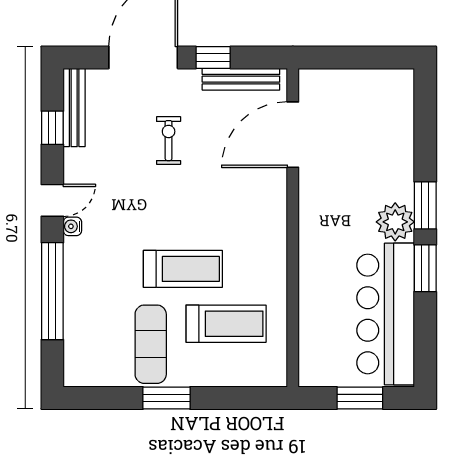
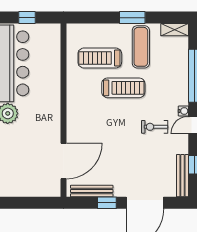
exercise bike: (169, 141) -> (155, 127), moved, turned 90
treadmill: (183, 269) -> (123, 88), turned 180
shelving: (88, 376) -> (175, 30), added
window: (360, 398) -> (27, 18), width x0.67

